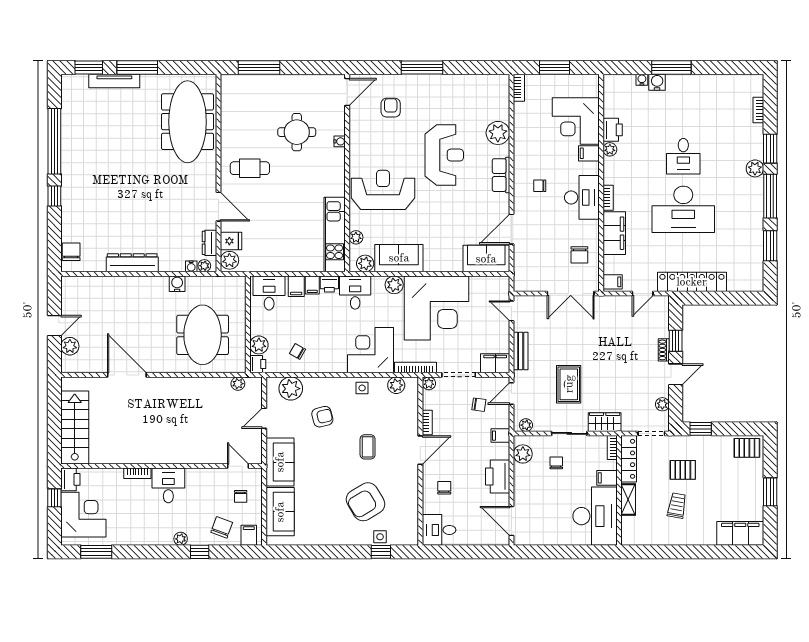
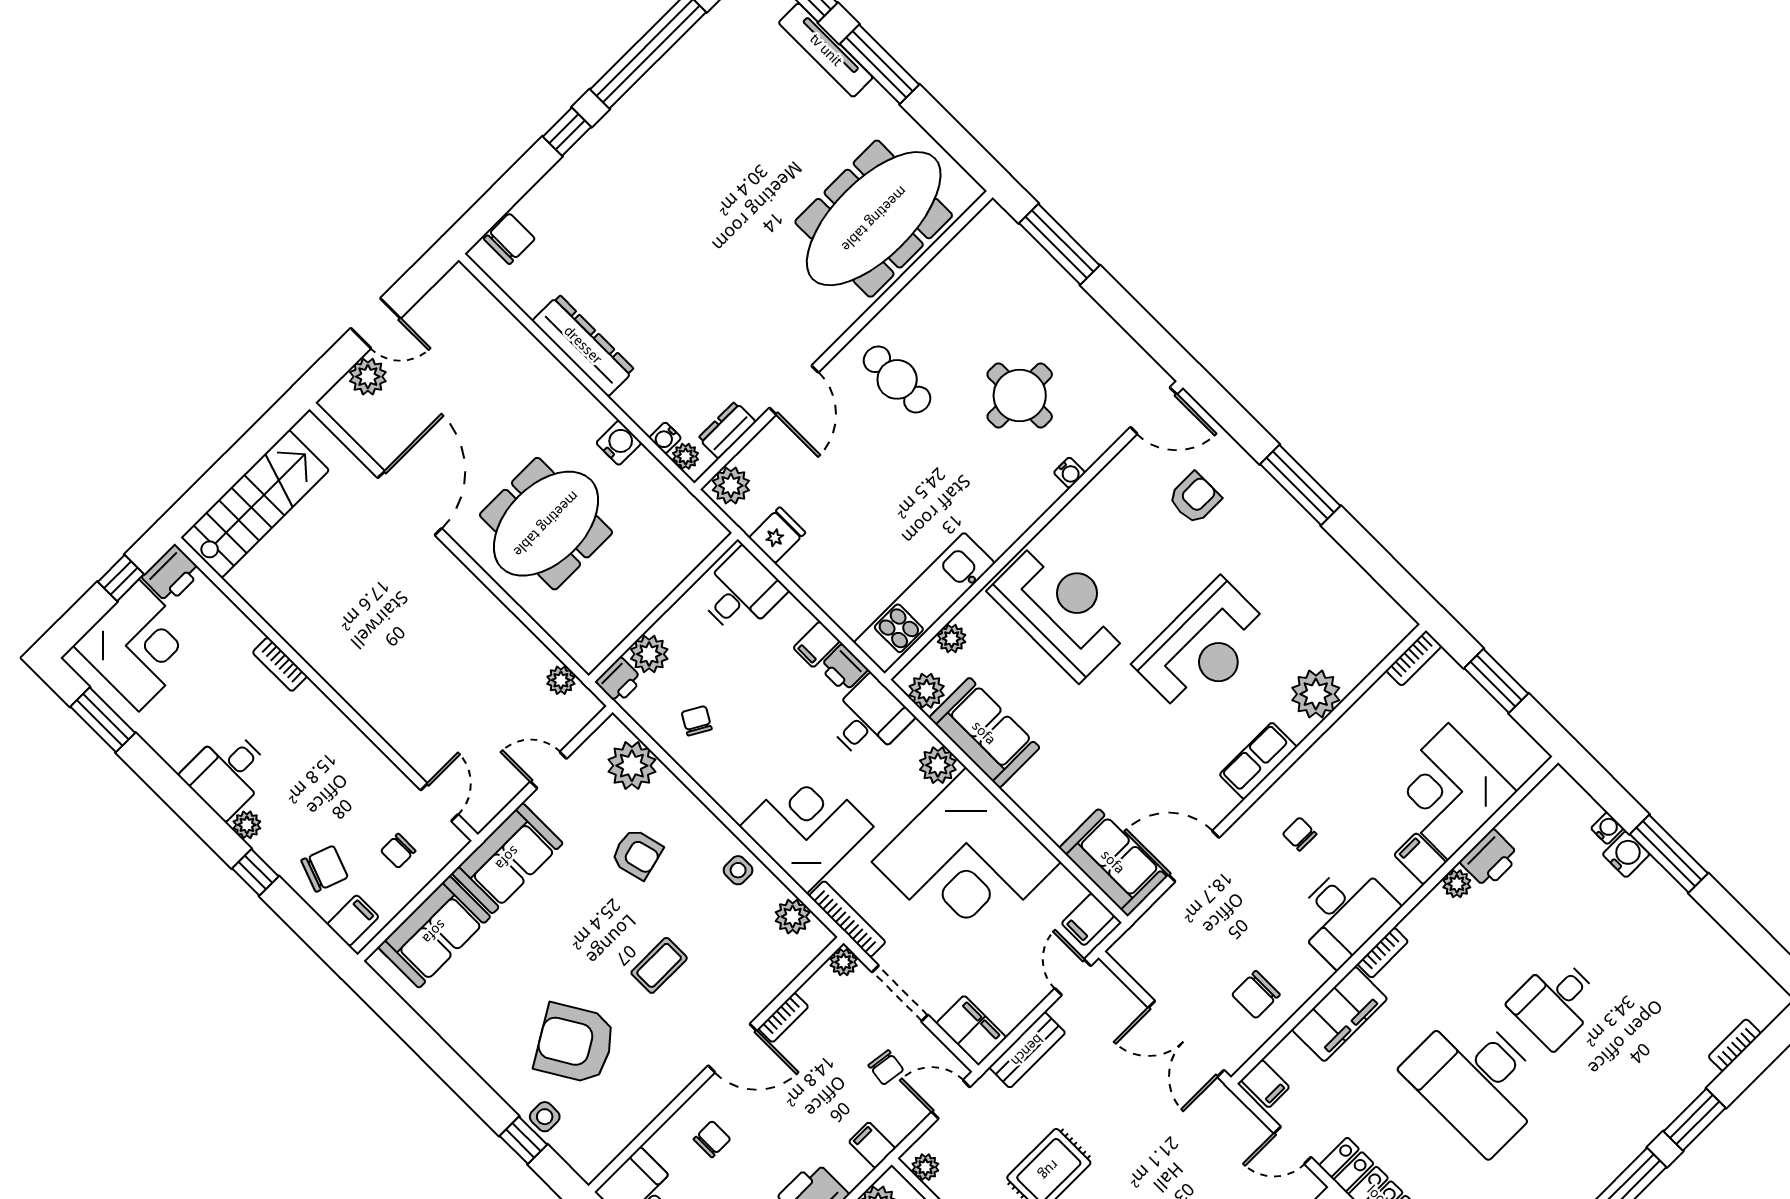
plant: (755, 168) -> (1643, 1126), removed
fridge: (231, 241) -> (777, 535), moved, turned -90
filing cabinet: (296, 286) -> (1088, 919), moved
meeting table: (203, 335) -> (546, 524), moved
desk: (168, 485) -> (227, 773), moved, turned 180

